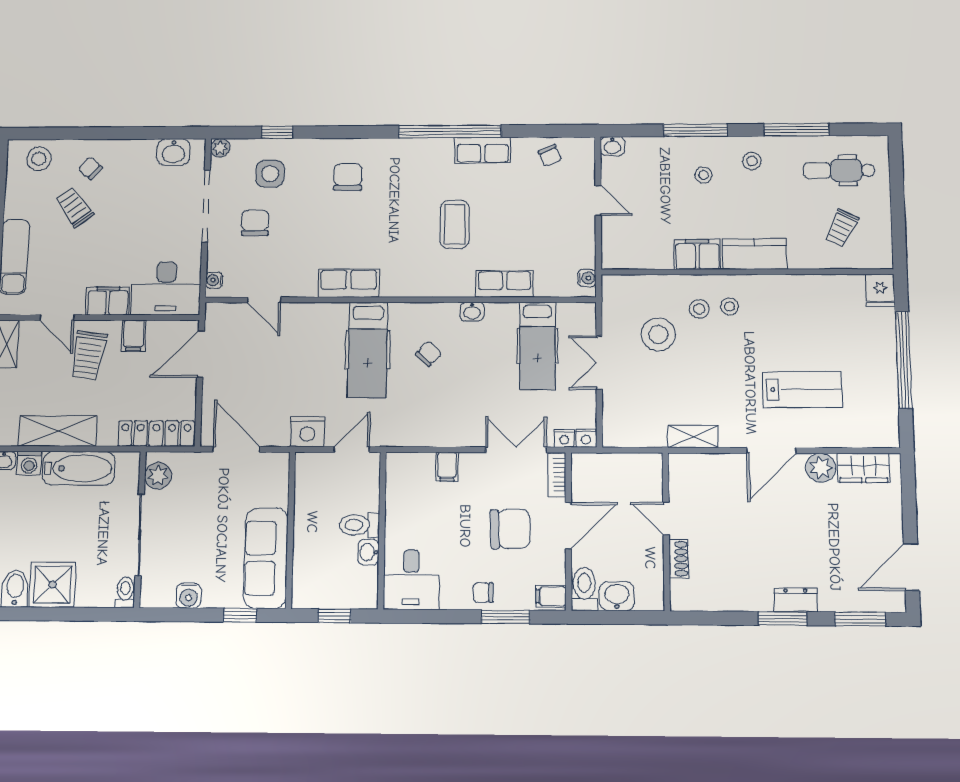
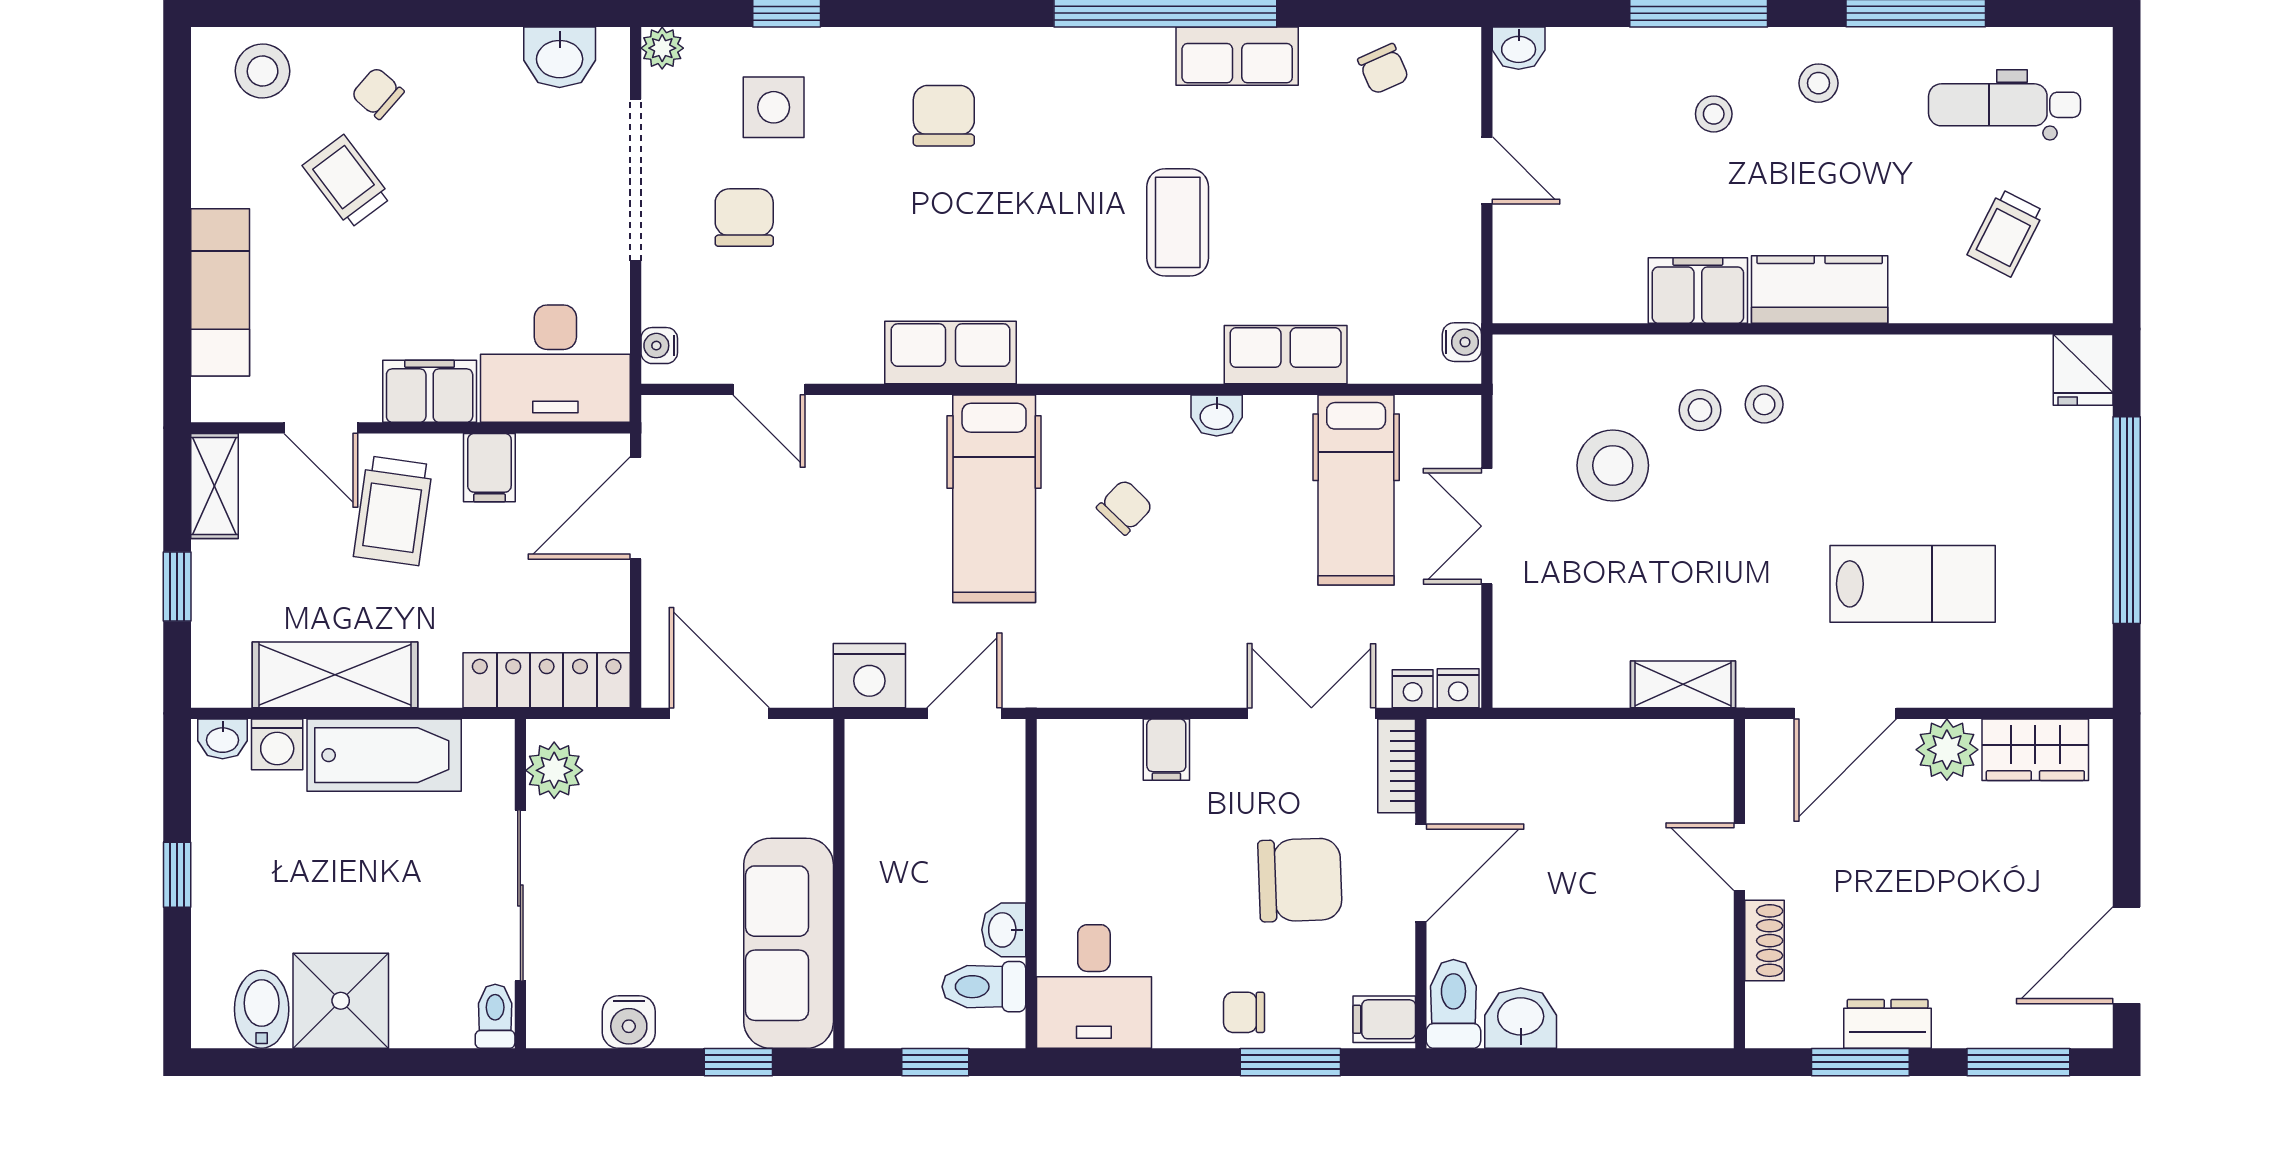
door: (666, 518) -> (1739, 857), moved
toilet: (359, 525) -> (984, 987), moved
wall: (666, 531) -> (1739, 884), moved
shoe rack: (679, 559) -> (1765, 941), moved

